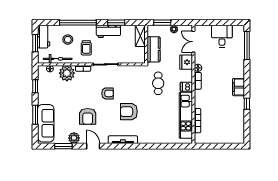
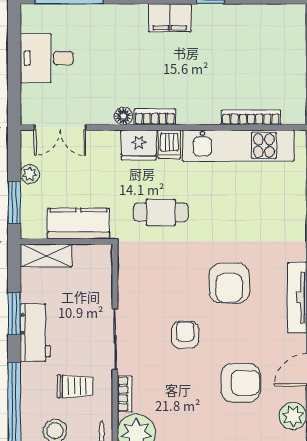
fridge: (186, 62) -> (139, 145), moved

